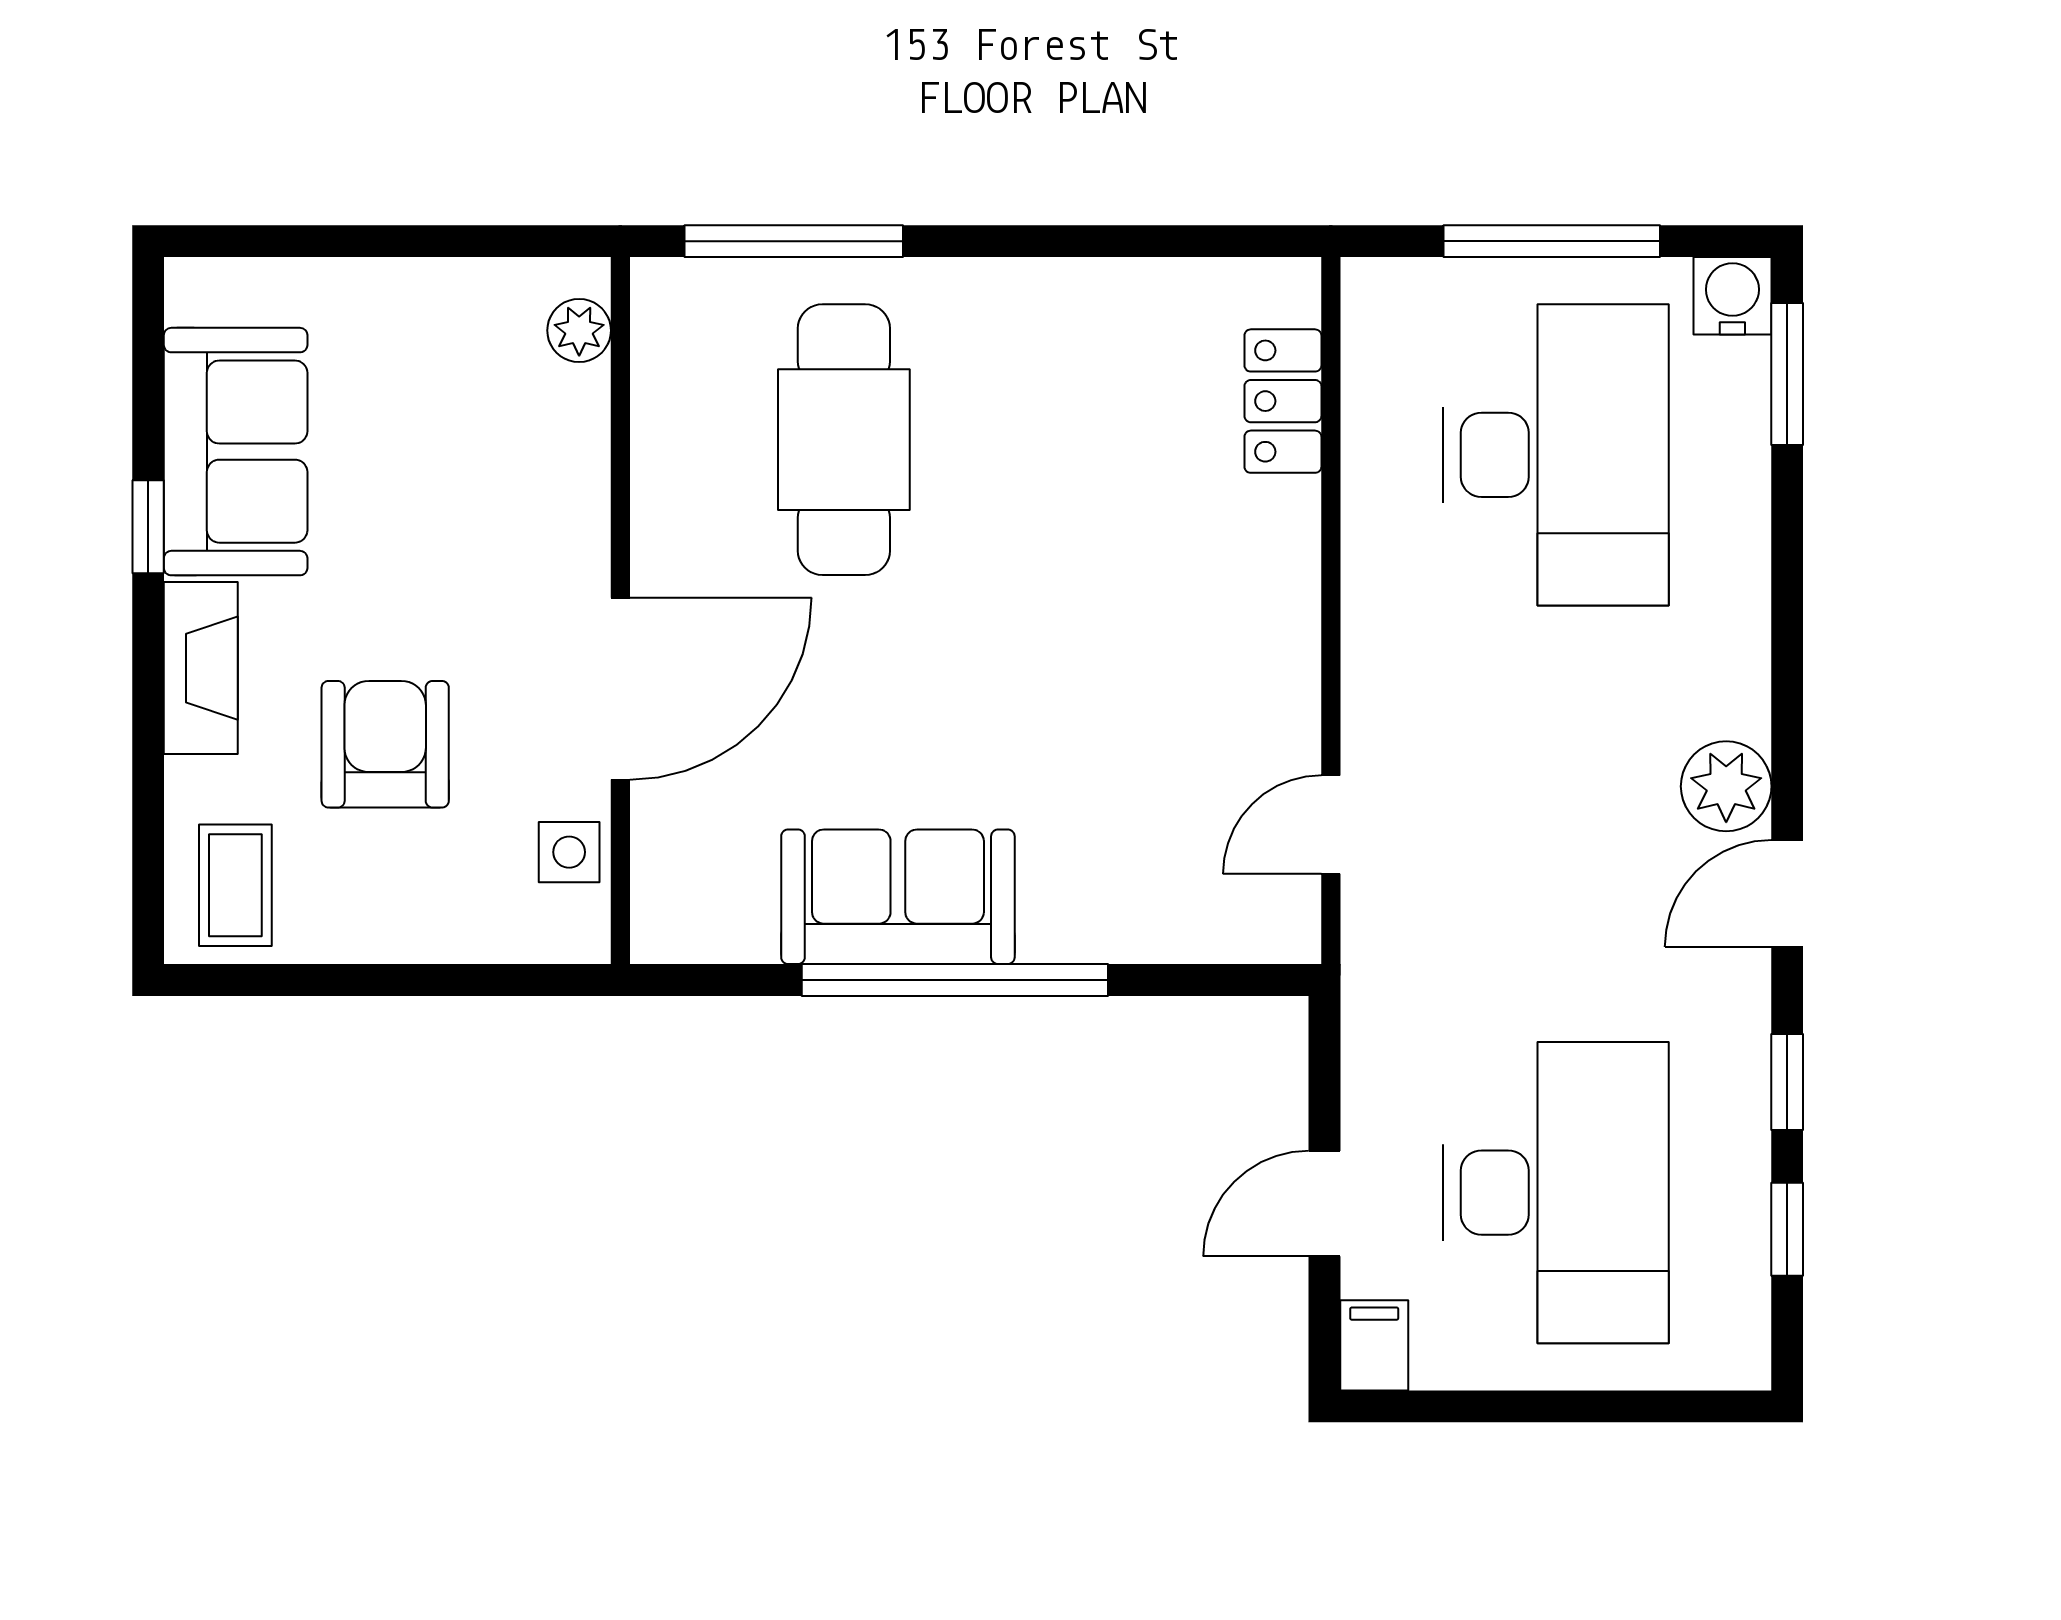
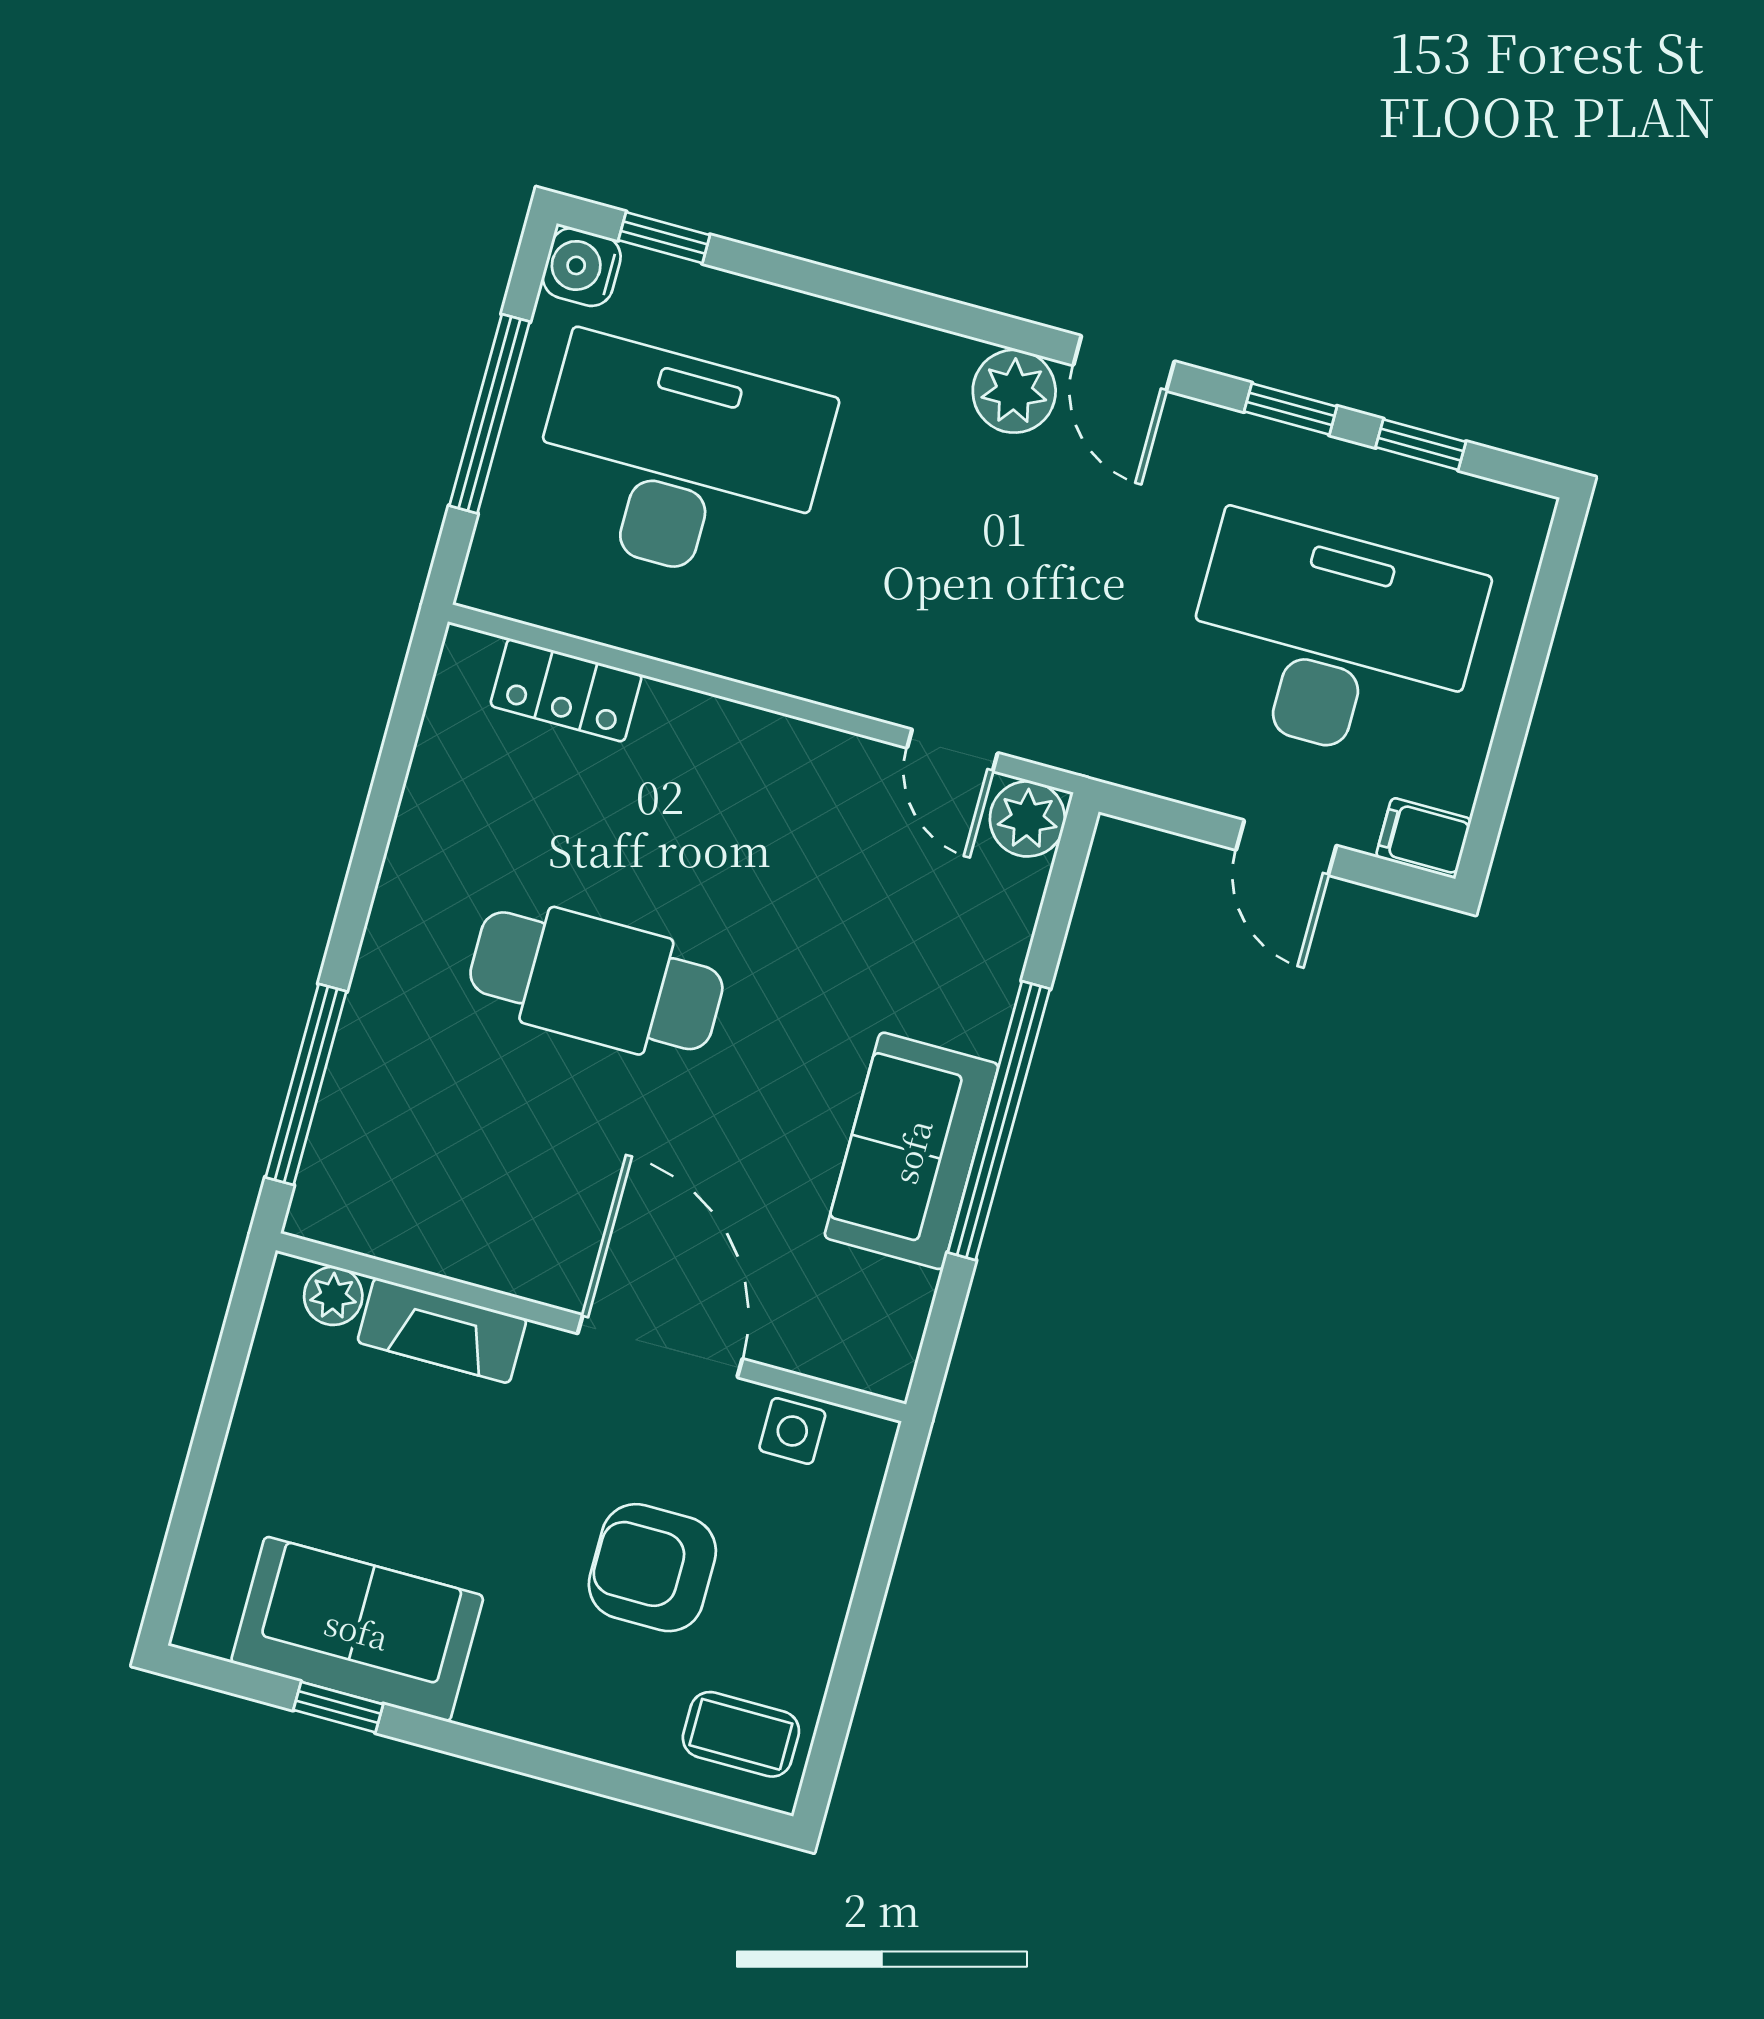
window: (1787, 374) -> (664, 238), width x0.67
cafe table: (844, 440) -> (596, 981), moved
window: (148, 527) -> (338, 1707), moved
fireplace: (201, 668) -> (442, 1330), moved, turned 180
plant: (1280, 923) -> (1027, 819), added

